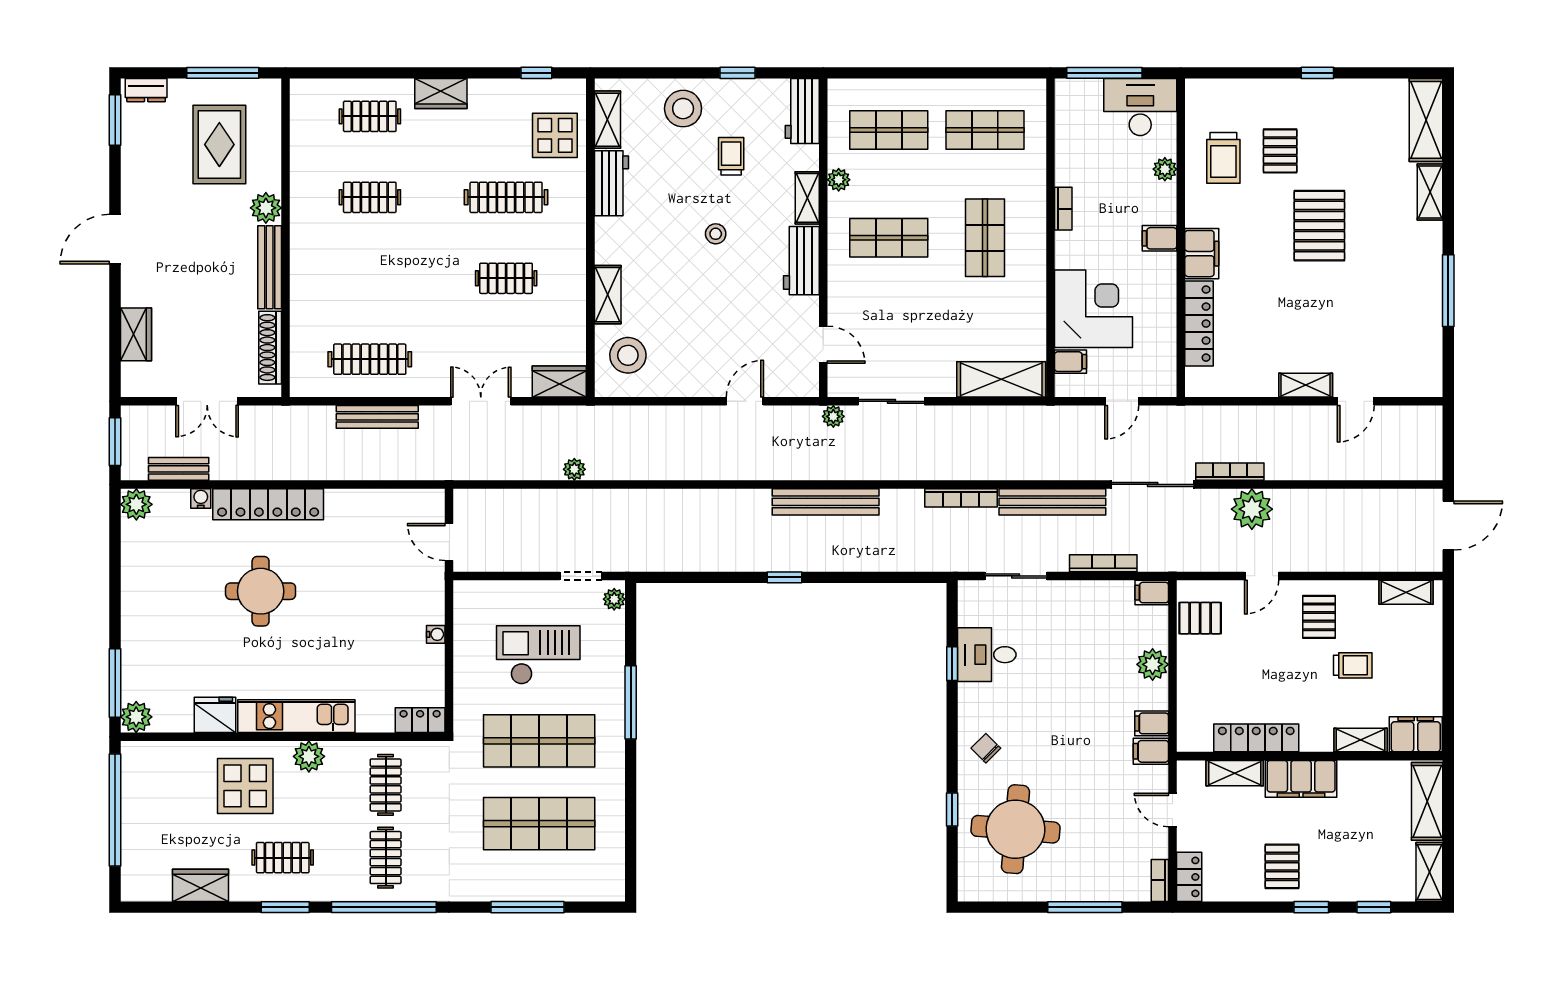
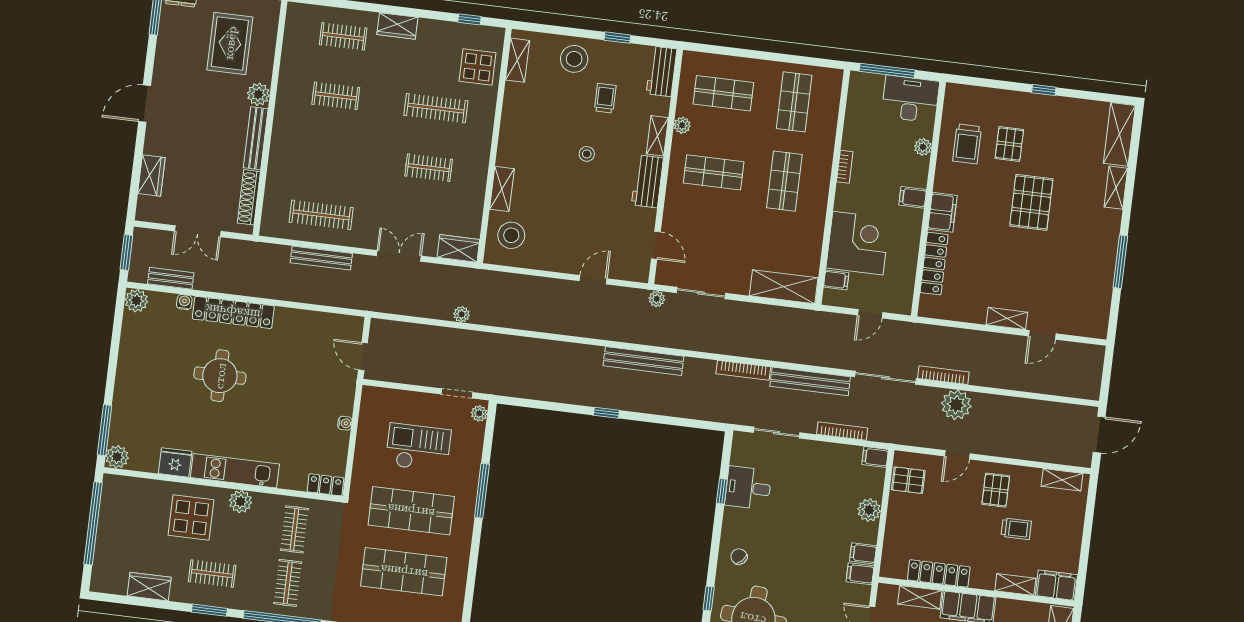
shop shelf: (985, 130) -> (794, 102), turned 90
workbench: (611, 183) -> (515, 107), removed

